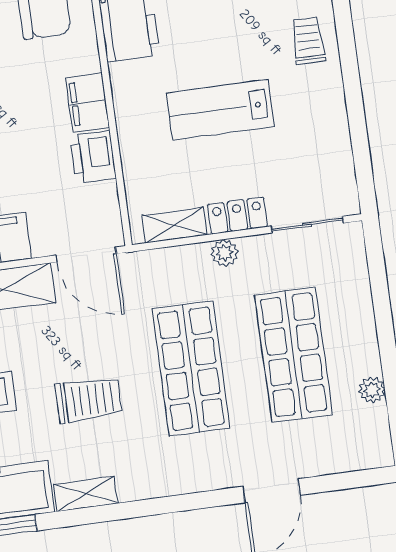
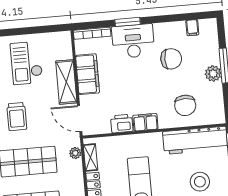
plant: (225, 253) -> (75, 153), moved
door: (86, 255) -> (80, 118), hinge flipped

